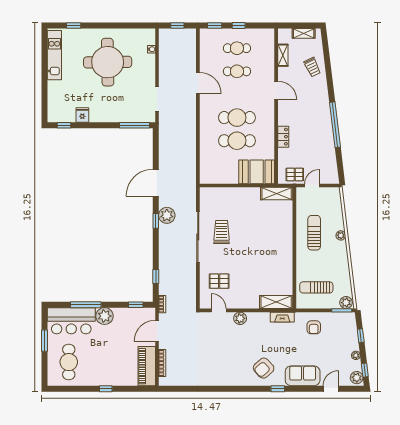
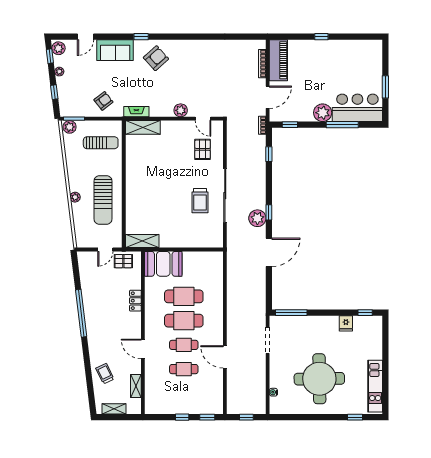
cafe table: (237, 48) -> (184, 345), moved
sun lounger: (314, 233) -> (103, 200), width x1.36, depth x1.34
pallet: (219, 281) -> (203, 149), turned 90
armchair: (314, 327) -> (103, 101), turned 52
cafe table: (69, 362) -> (360, 65), removed

